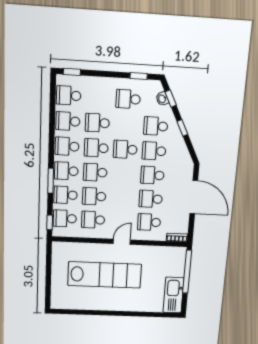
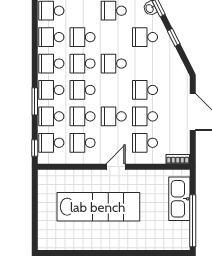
school desk: (154, 151) -> (114, 116), moved
window: (187, 272) -> (193, 221), moved
kitchen sink: (174, 295) -> (179, 199), moved

